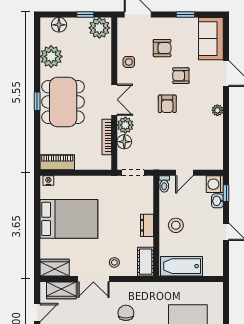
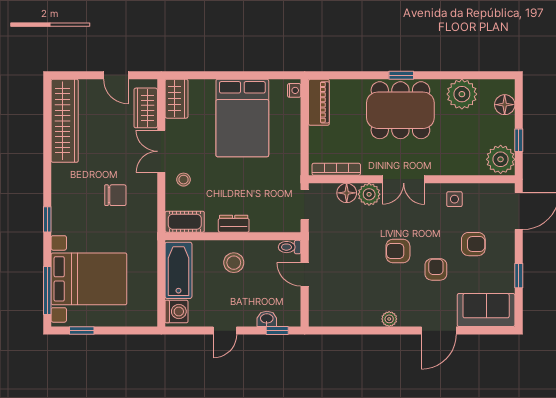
armchair: (162, 48) -> (473, 244), turned -90
bookcase: (107, 137) -> (336, 169), moved
washing machine: (215, 184) -> (177, 311), moved, turned 90

